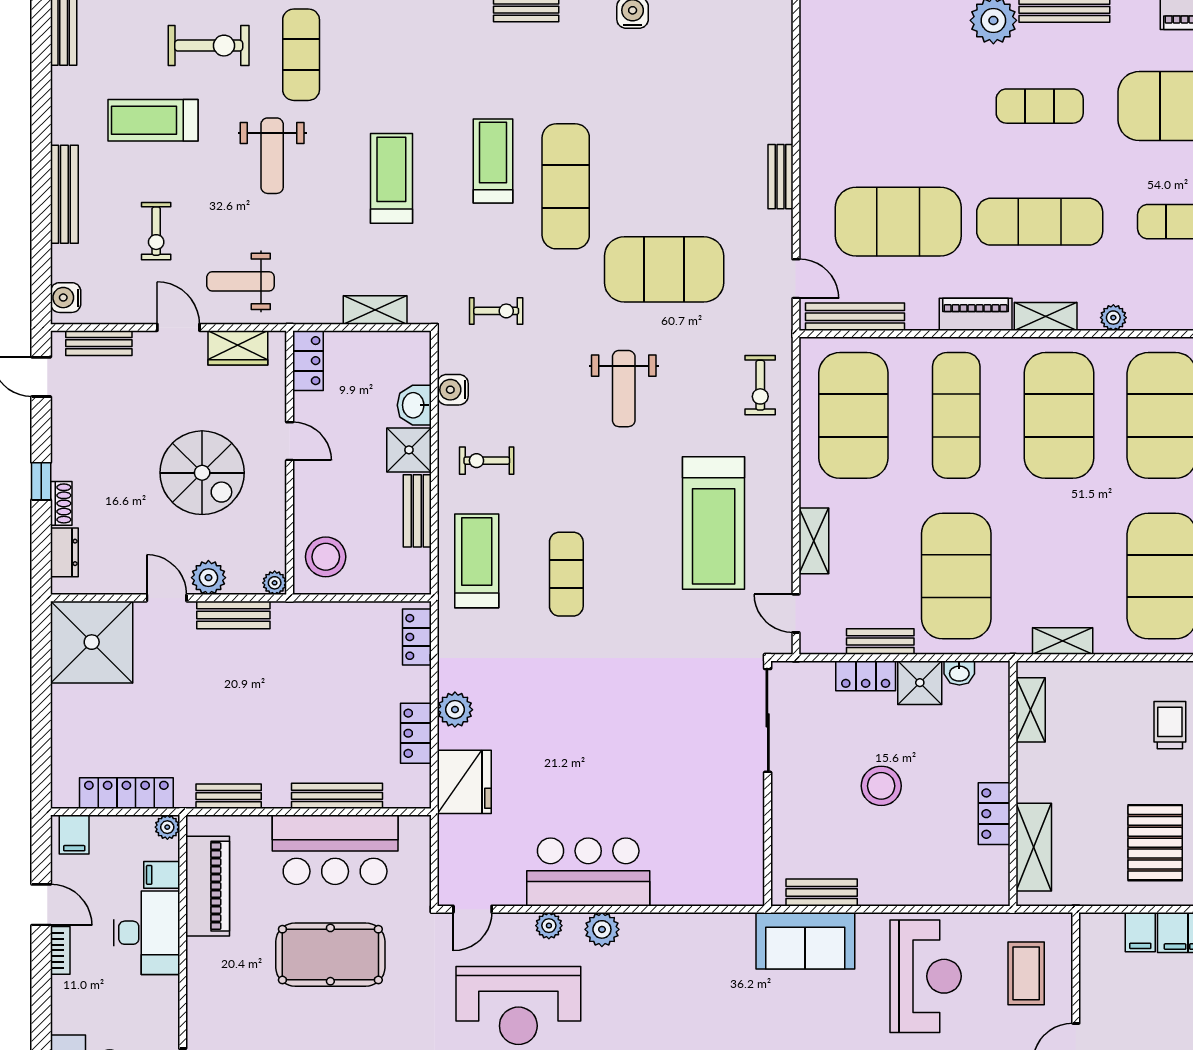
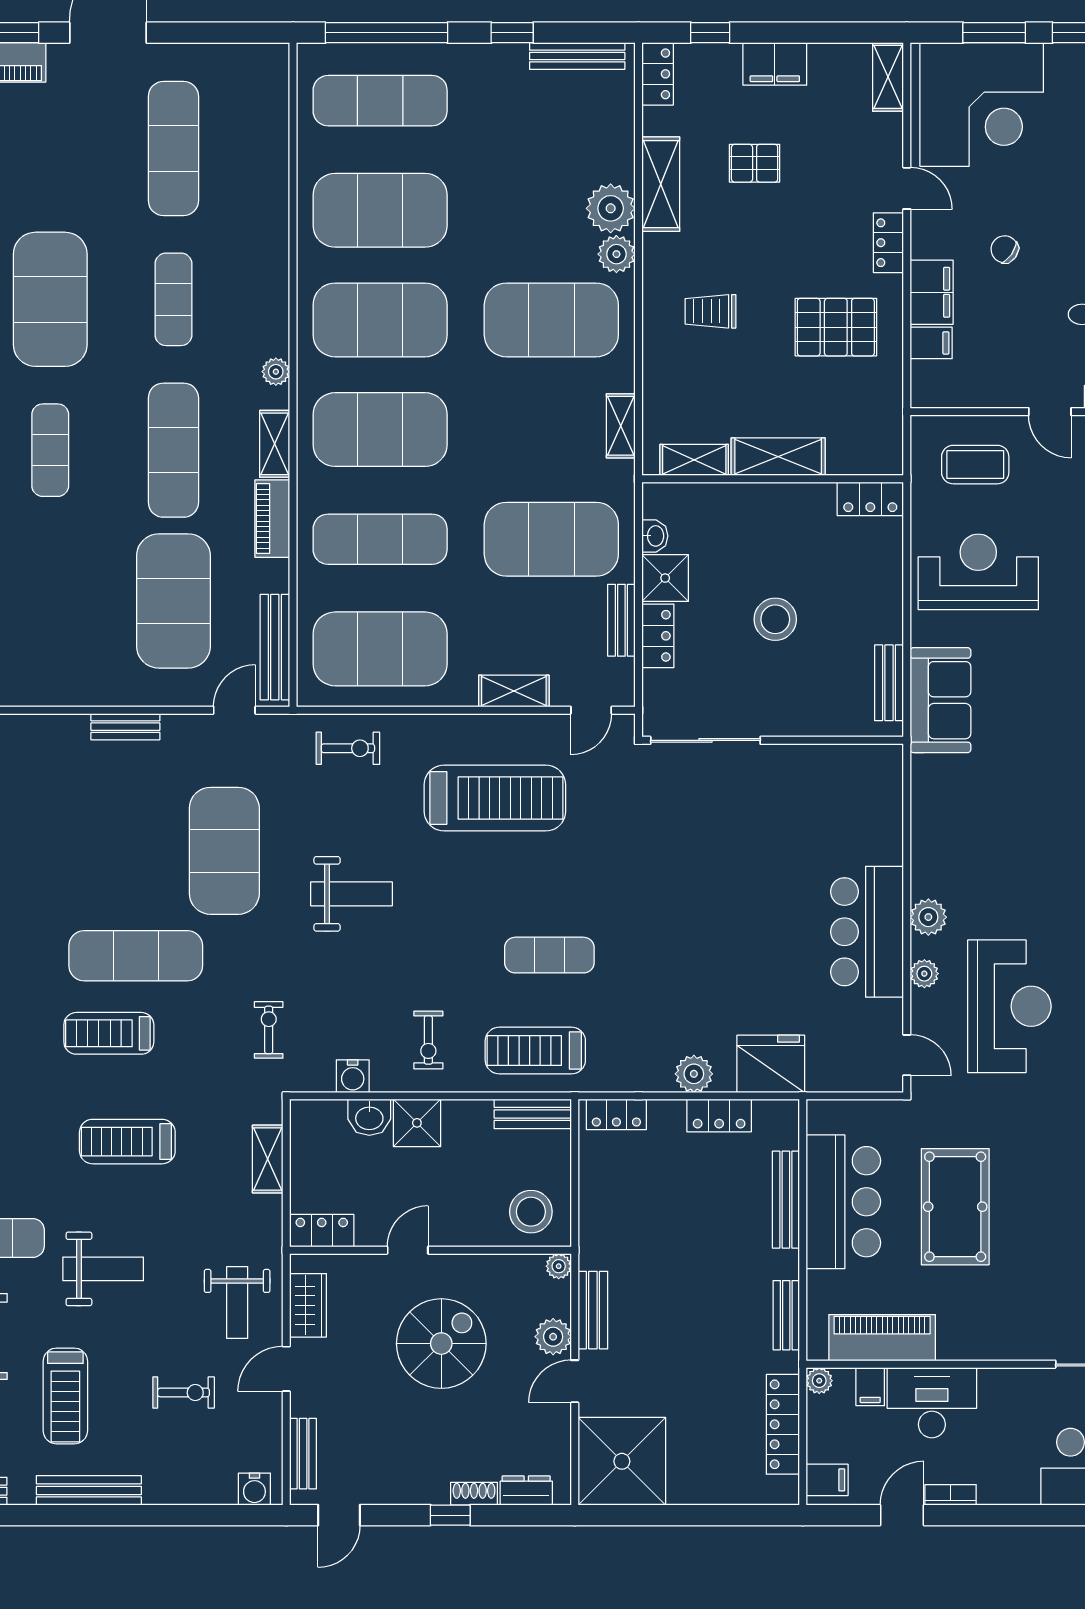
bench: (64, 194) -> (89, 1490), moved
bench: (417, 511) -> (533, 1114), moved
locker: (994, 814) -> (870, 499), moved
shelving: (1034, 847) -> (778, 457), moved

